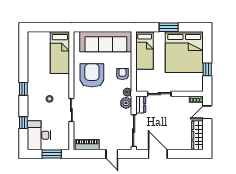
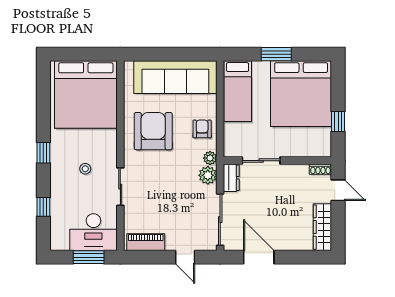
bed: (60, 53) -> (86, 95), width x2.04
door: (207, 112) -> (338, 190), swing flipped
desk: (39, 135) -> (93, 232), moved, turned -90

